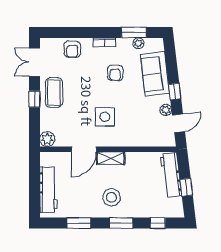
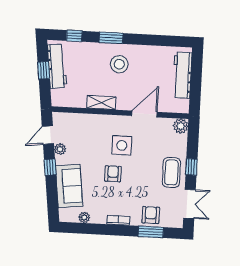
window: (134, 32) -> (151, 232), moved
armchair: (115, 73) -> (113, 174), moved
shelving: (111, 158) -> (101, 103), moved
workbench: (171, 175) -> (57, 66), moved
window: (79, 223) -> (153, 40), removed

